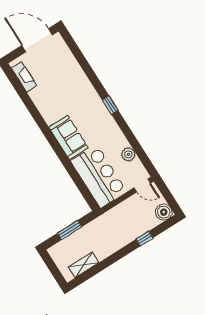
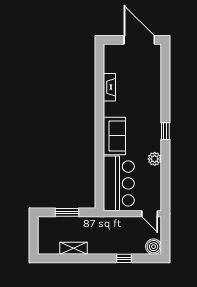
fireplace: (24, 77) -> (109, 87), moved
plant: (128, 154) -> (155, 159), moved
shelving: (84, 265) -> (73, 248), moved

